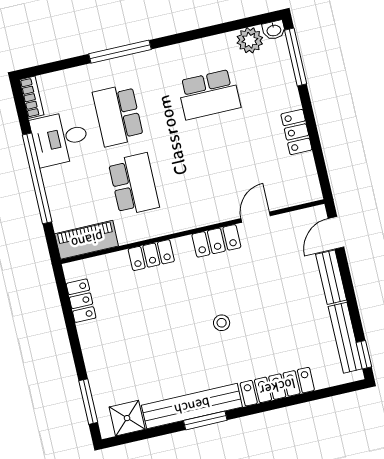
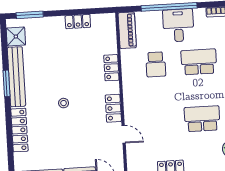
school desk: (209, 94) -> (202, 119), turned 90
desk: (60, 138) -> (178, 25), moved
school desk: (134, 184) -> (156, 64), width x0.54
locker: (81, 301) -> (78, 22), moved

